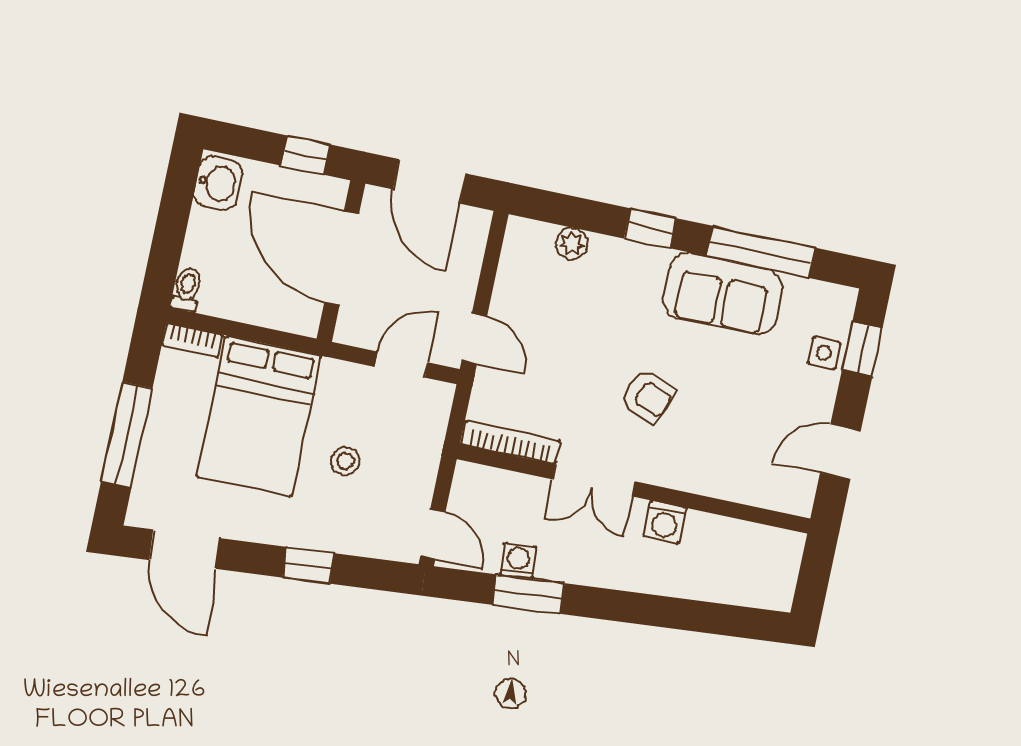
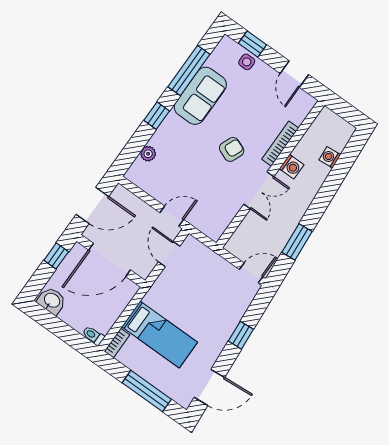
bed: (259, 416) -> (160, 335), width x0.67
bookcase: (511, 442) -> (280, 144), moved
stool: (345, 461) -> (201, 298), removed
washing machine: (518, 561) -> (330, 157), moved

